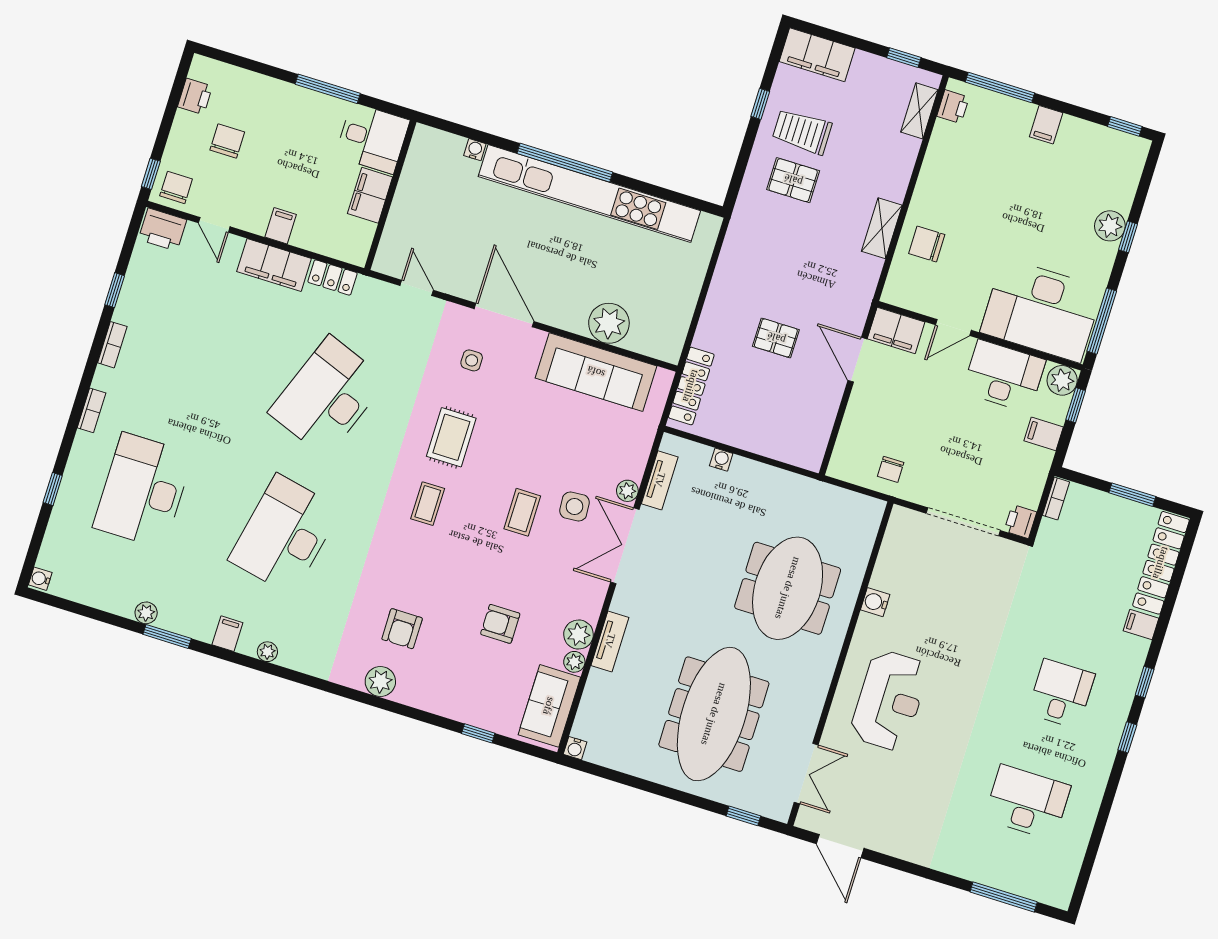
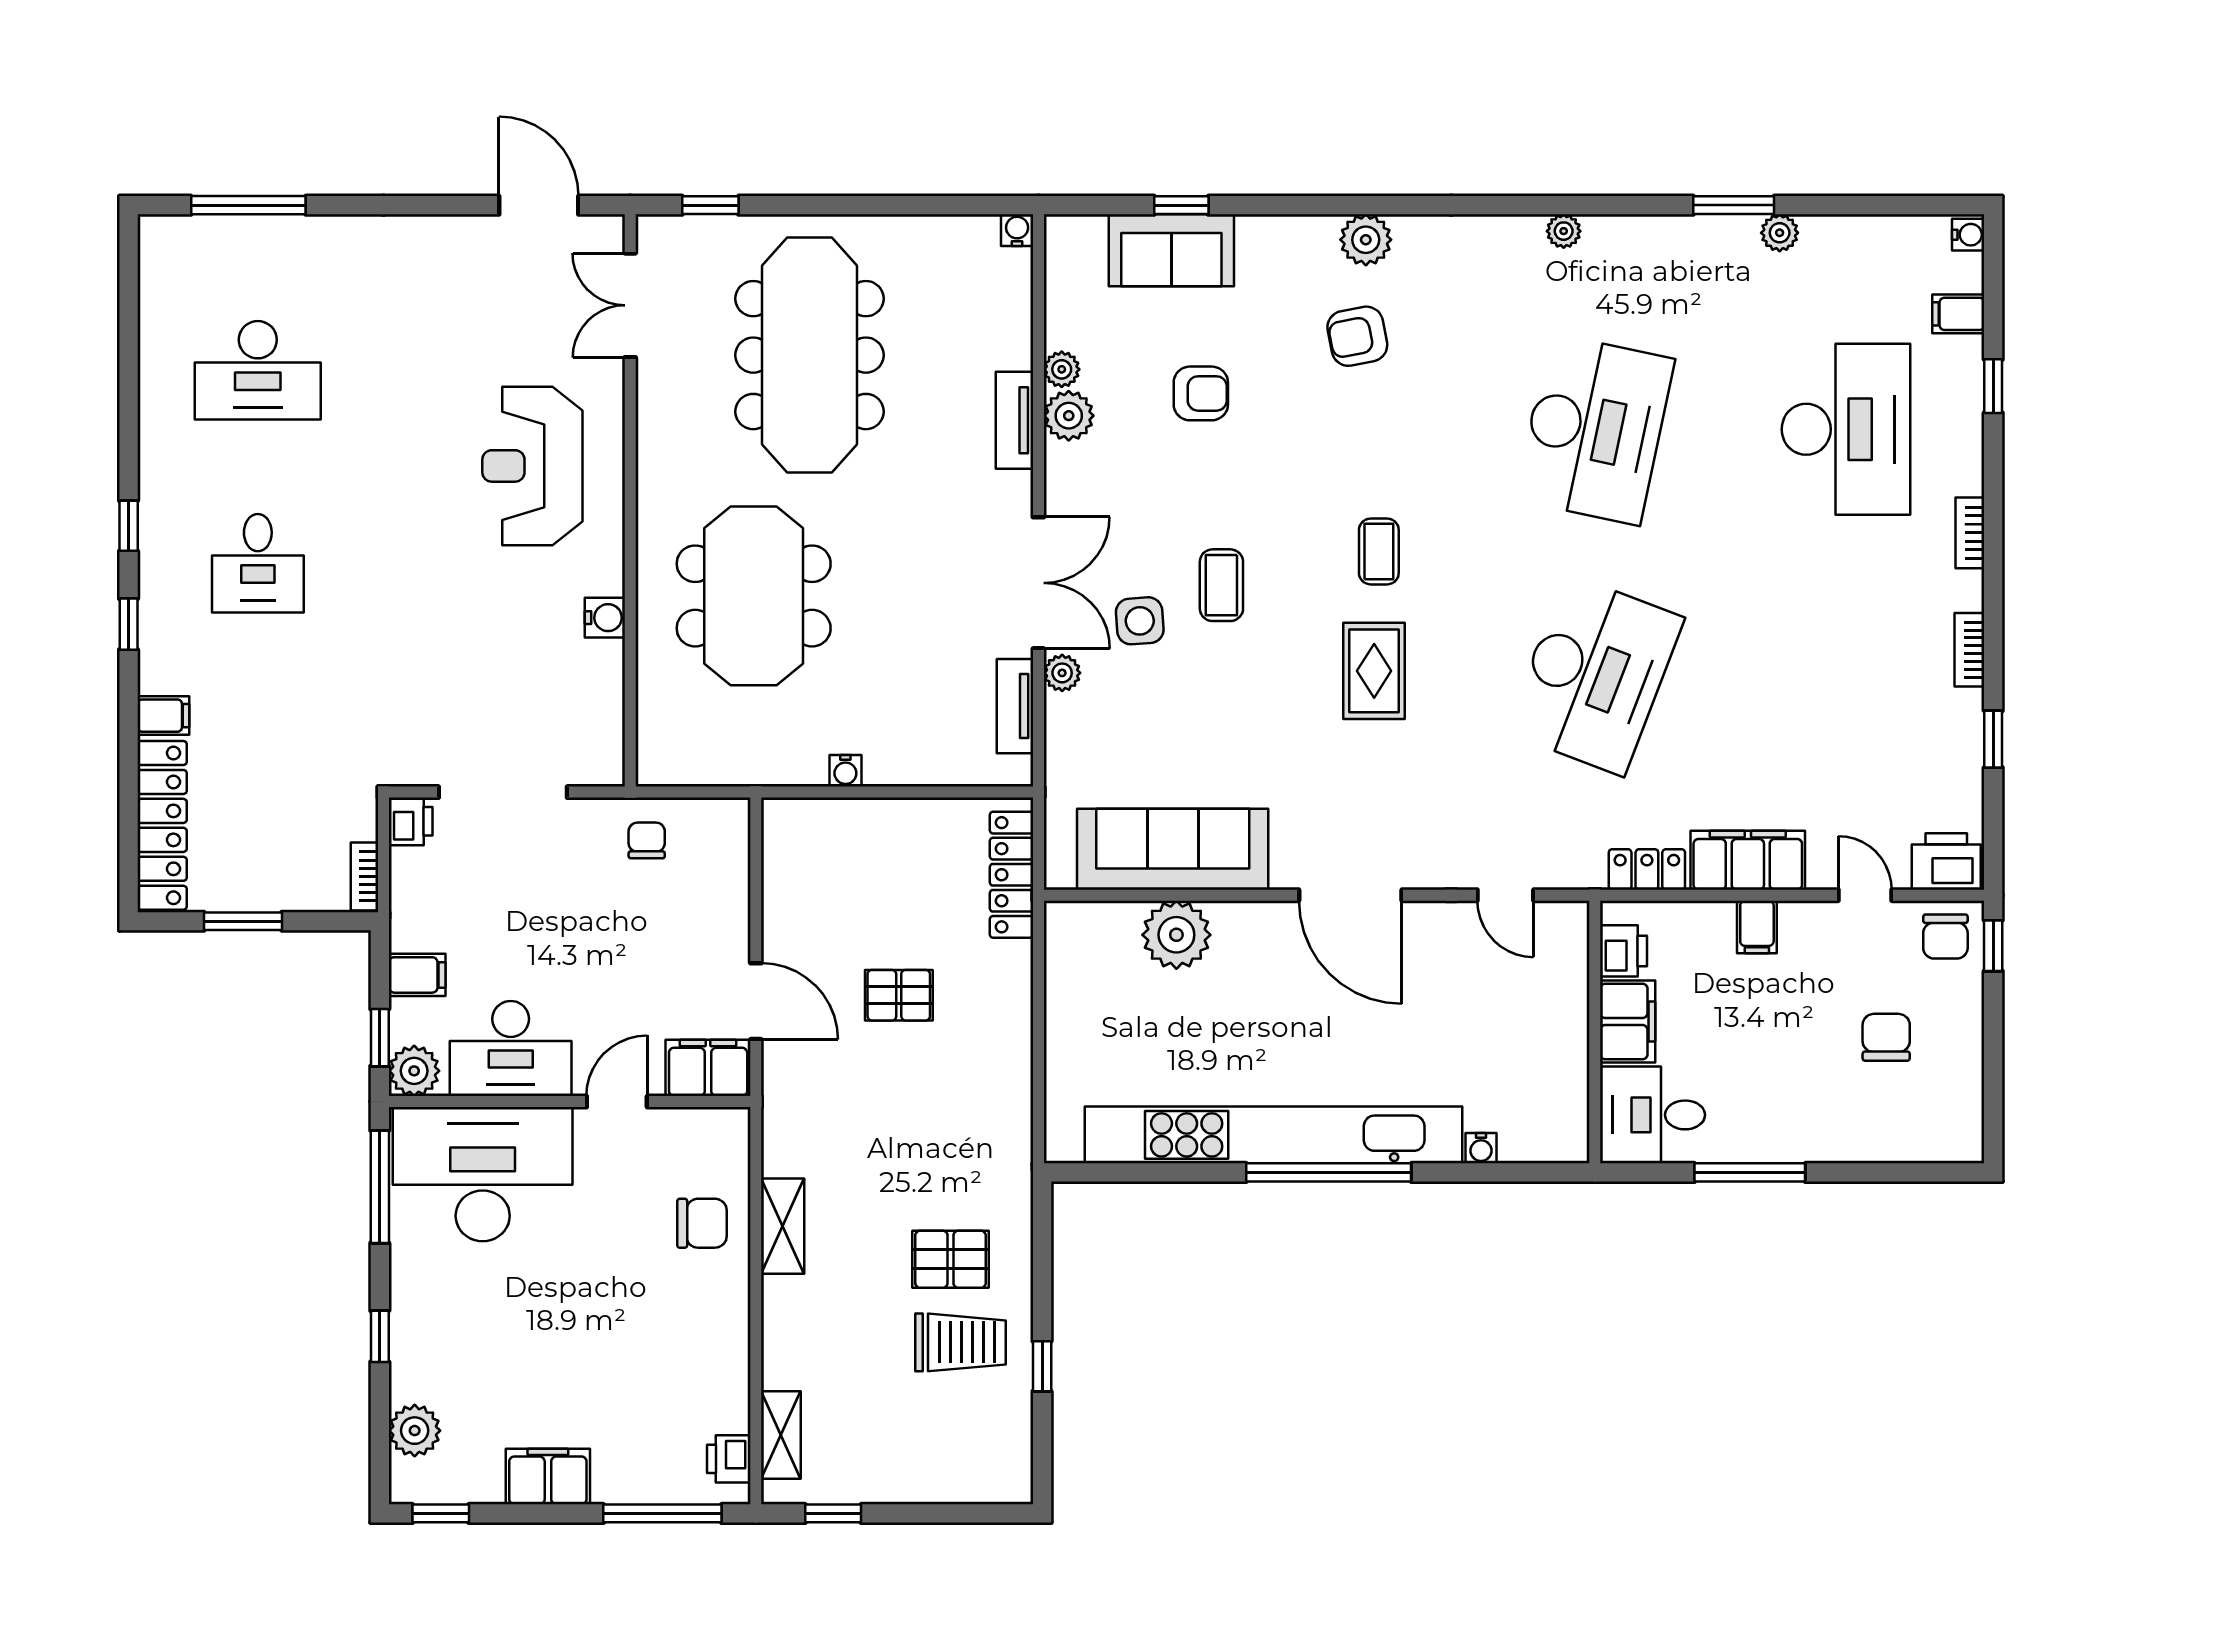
filing cabinet: (817, 55) -> (975, 1474), removed
printer: (195, 96) -> (1624, 951), moved, turned 180
filing cabinet: (1046, 125) -> (548, 1476), width x2.00
chair: (227, 141) -> (1886, 1037), turned 180
plant: (1110, 226) -> (415, 1431), moved
side table: (472, 360) -> (1380, 805), removed
water cooler: (721, 460) -> (845, 771), moved
armchair: (402, 629) -> (1357, 336), turned -101
filing cabinet: (227, 634) -> (1958, 314), moved, turned 90
sofa: (549, 706) -> (1171, 250), moved, turned 90

